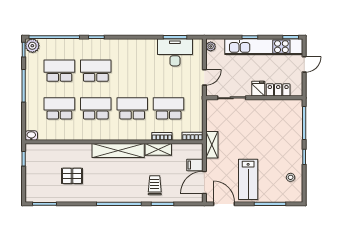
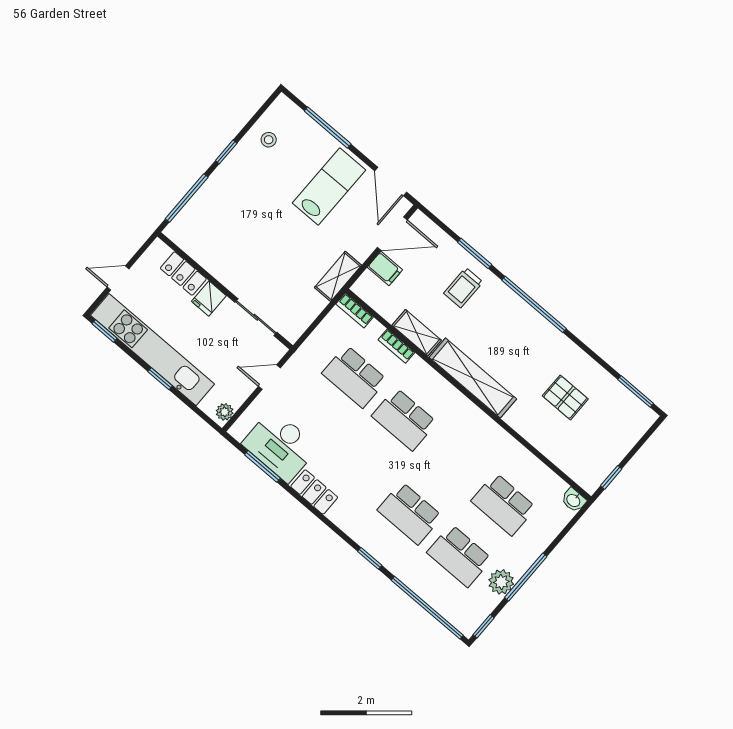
locker: (144, 45) -> (314, 492), added
plant: (32, 46) -> (501, 582), moved
school desk: (96, 108) -> (454, 462), removed

